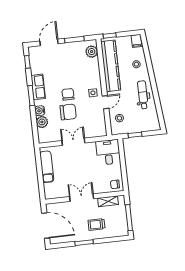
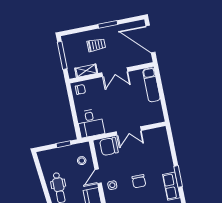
water cooler: (40, 111) -> (168, 161), removed
chair: (68, 112) -> (109, 146), moved
plant: (42, 122) -> (164, 149), removed
exam couch: (47, 167) -> (151, 85), moved

